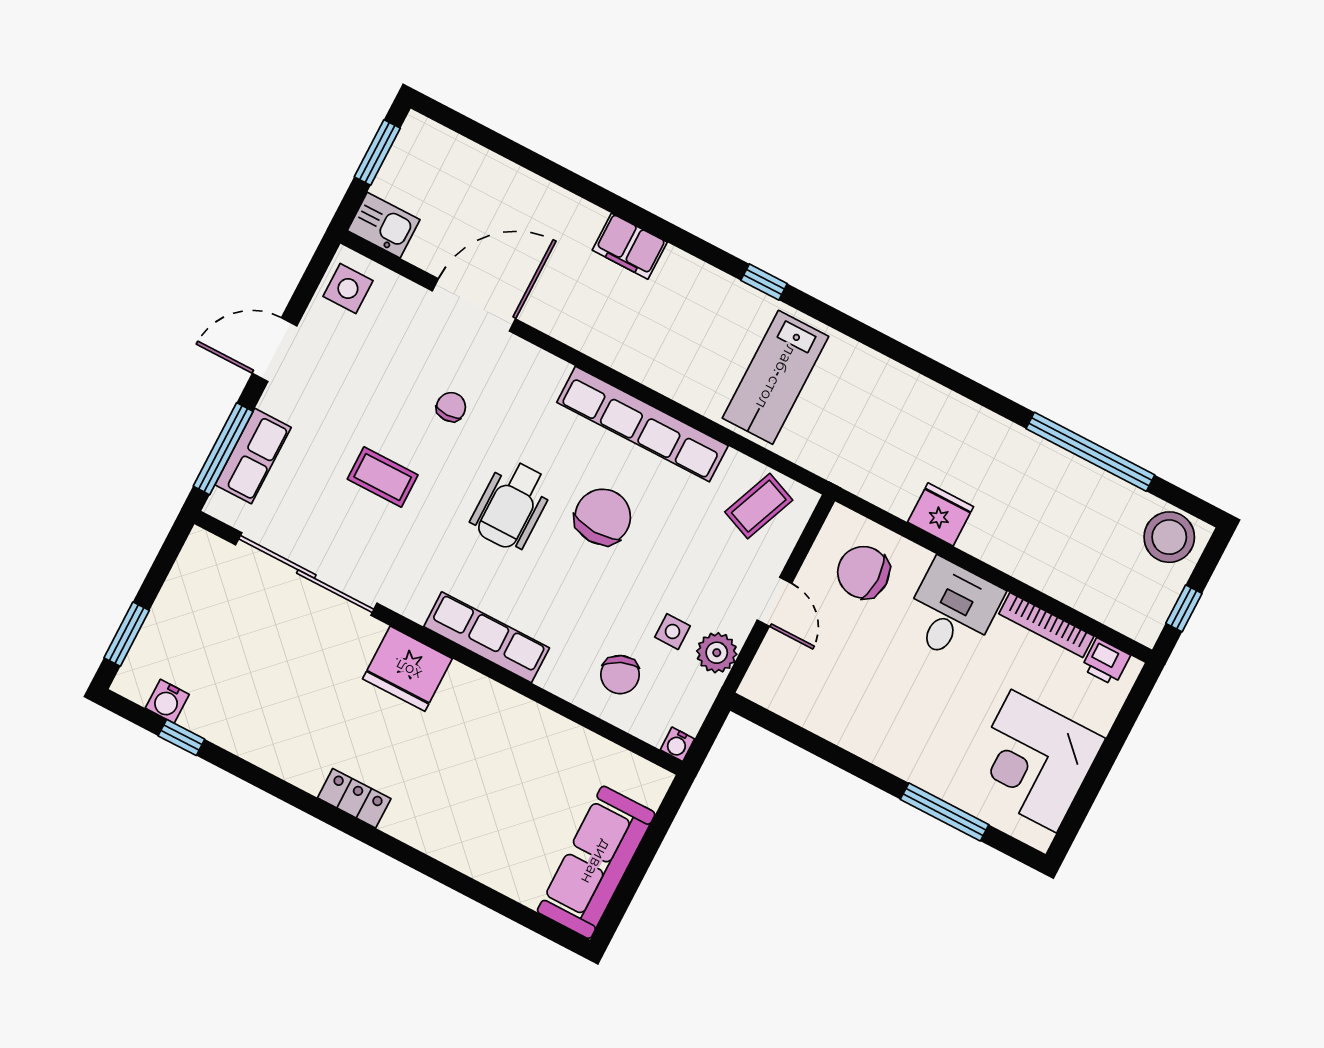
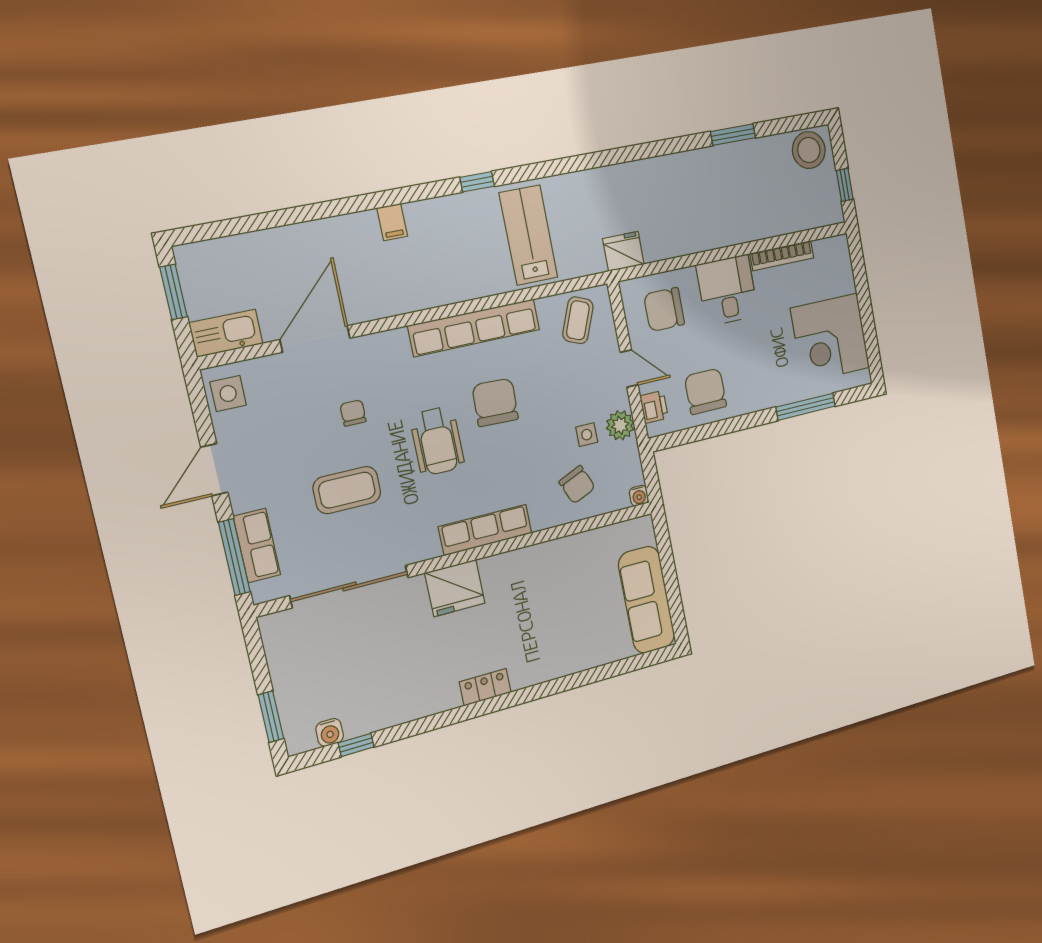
kitchen sink: (384, 225) -> (226, 333), width x1.38
filing cabinet: (630, 246) -> (392, 222), width x0.50
lab bench: (776, 377) -> (528, 235), turned 180
window: (1090, 452) -> (733, 135), width x0.47
coffee table: (383, 477) -> (347, 490), width x1.36, depth x1.30
fridge: (941, 514) -> (623, 251), moved
printer: (1106, 662) -> (654, 407), moved, turned -90
chair: (841, 697) -> (705, 391), added

